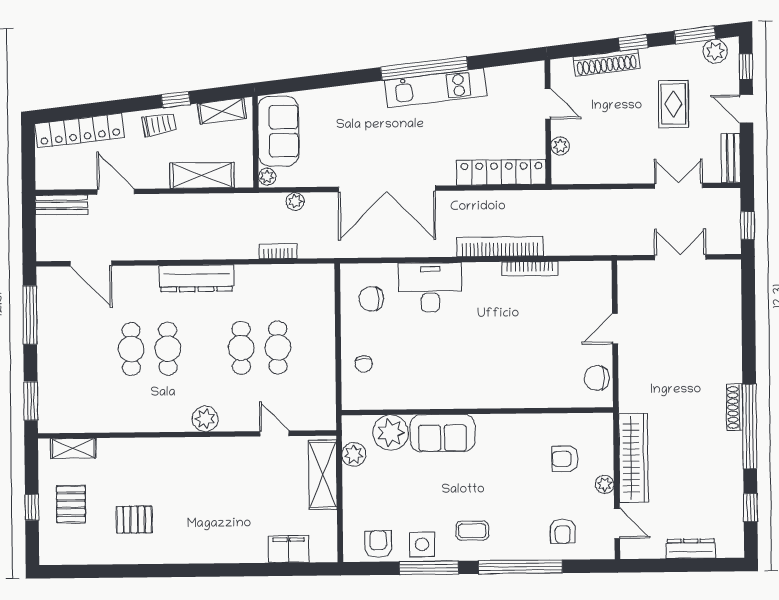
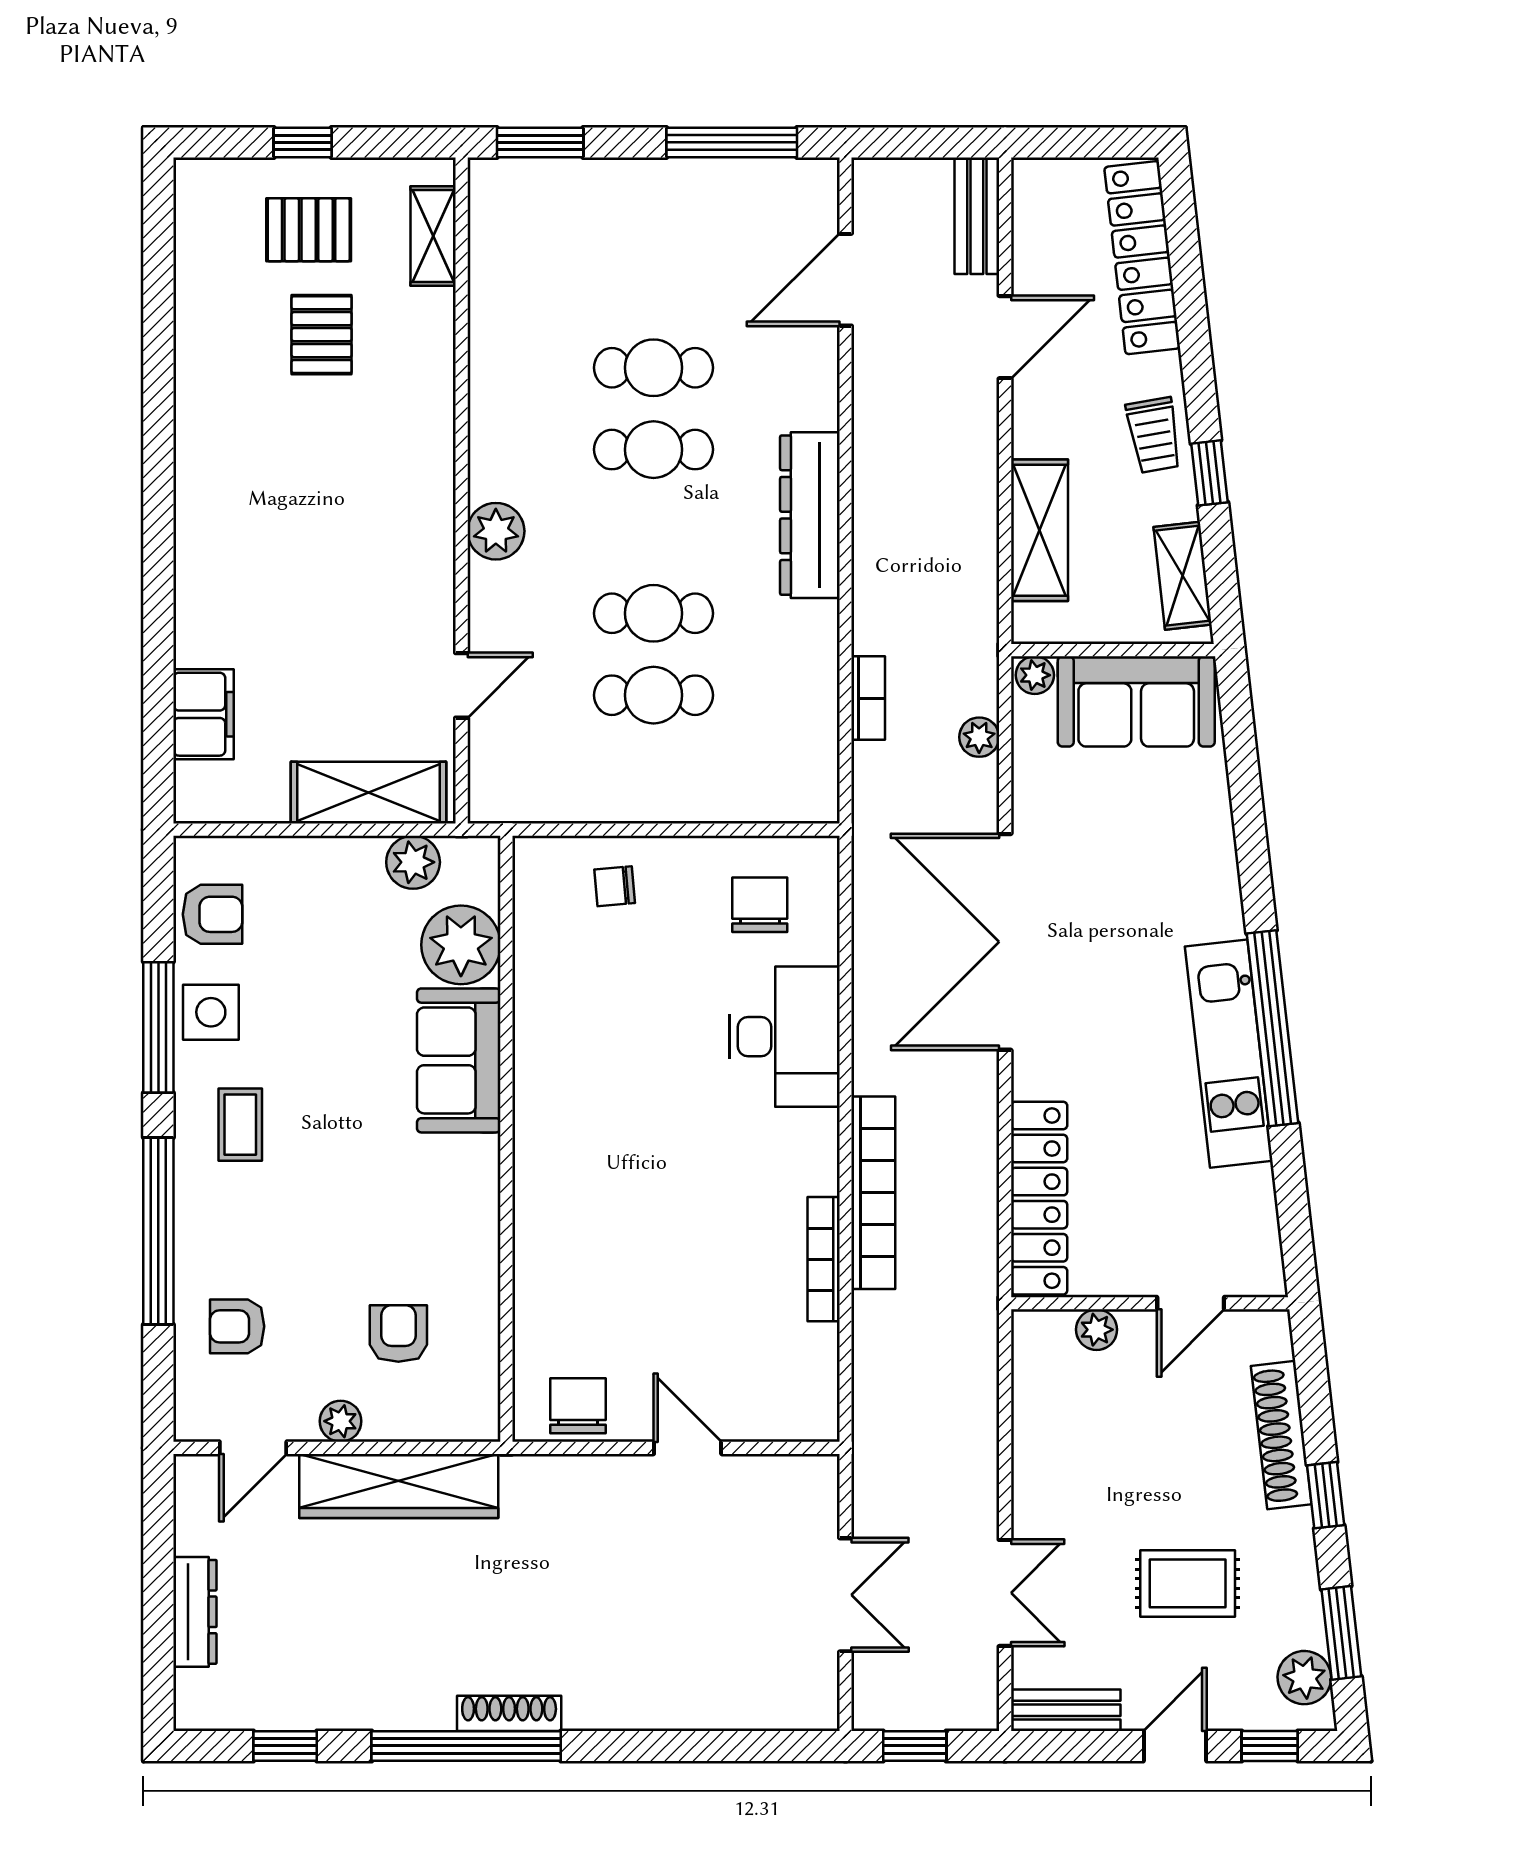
pallet: (134, 520) -> (322, 335), moved

